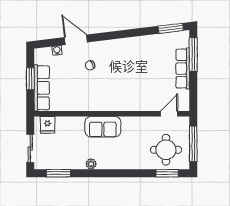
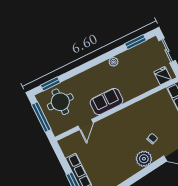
plant: (109, 49) -> (144, 159), added
door: (169, 114) -> (86, 124), moved
sofa: (103, 127) -> (107, 101), moved

